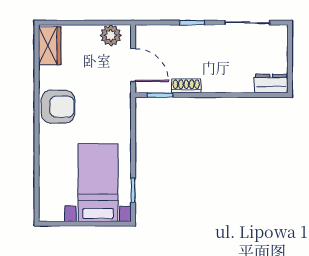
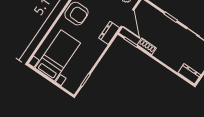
dresser: (121, 103) -> (109, 33), added
bed with nightstands: (98, 183) -> (58, 56), moved

